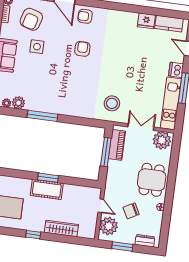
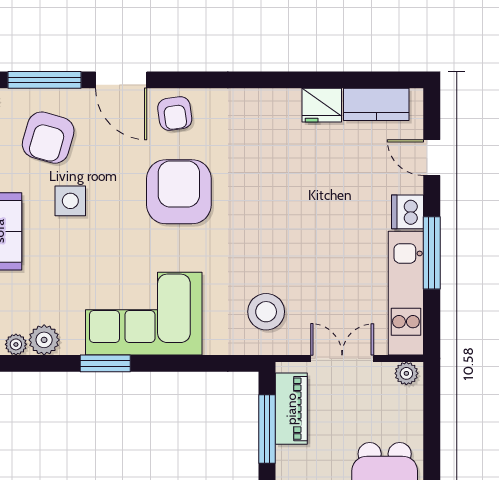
armchair: (85, 16) -> (175, 113), turned -98
armchair: (82, 49) -> (179, 192), width x1.88, depth x1.88
corner sofa: (61, 97) -> (144, 314), added
window: (42, 116) -> (105, 363), width x0.69
plant: (162, 140) -> (406, 373), width x0.53, depth x0.53

